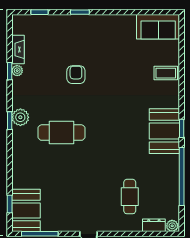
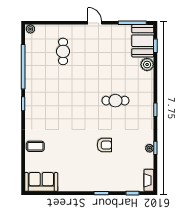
fireplace: (18, 49) -> (149, 180), moved
armchair: (76, 75) -> (104, 145), turned -90
plant: (20, 117) -> (147, 65), moved
booth: (164, 131) -> (36, 102), removed
cafe table: (62, 133) -> (115, 101), width x0.73, depth x0.74
dresser: (154, 225) -> (44, 29), removed

